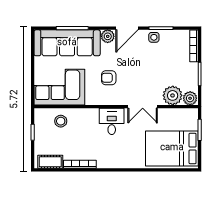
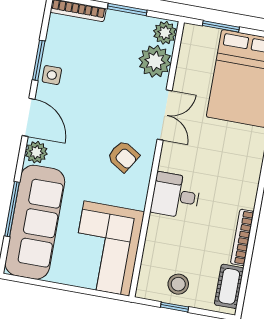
armchair: (109, 78) -> (123, 156), moved, turned -58
stool: (61, 121) -> (178, 284), moved
desk: (112, 121) -> (176, 196), moved

